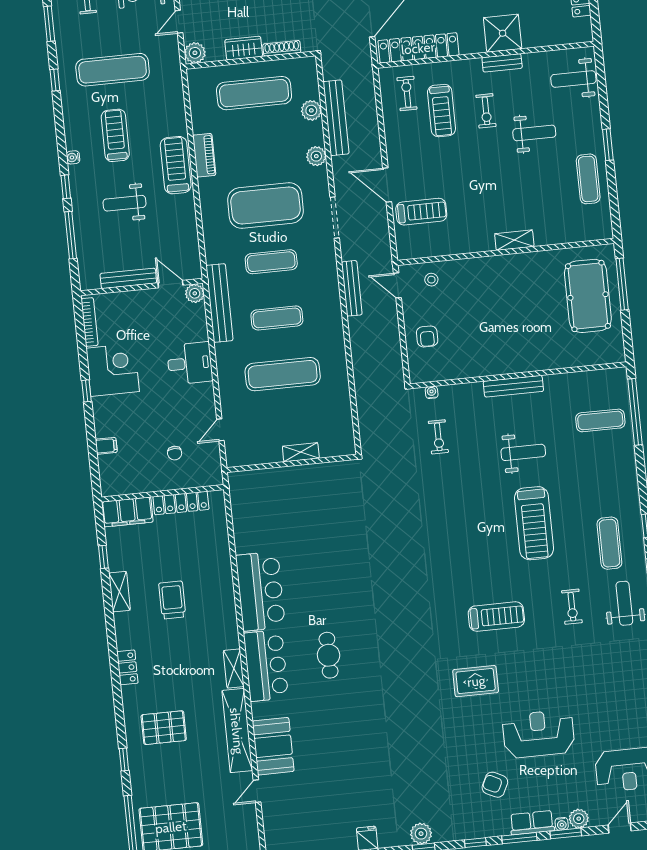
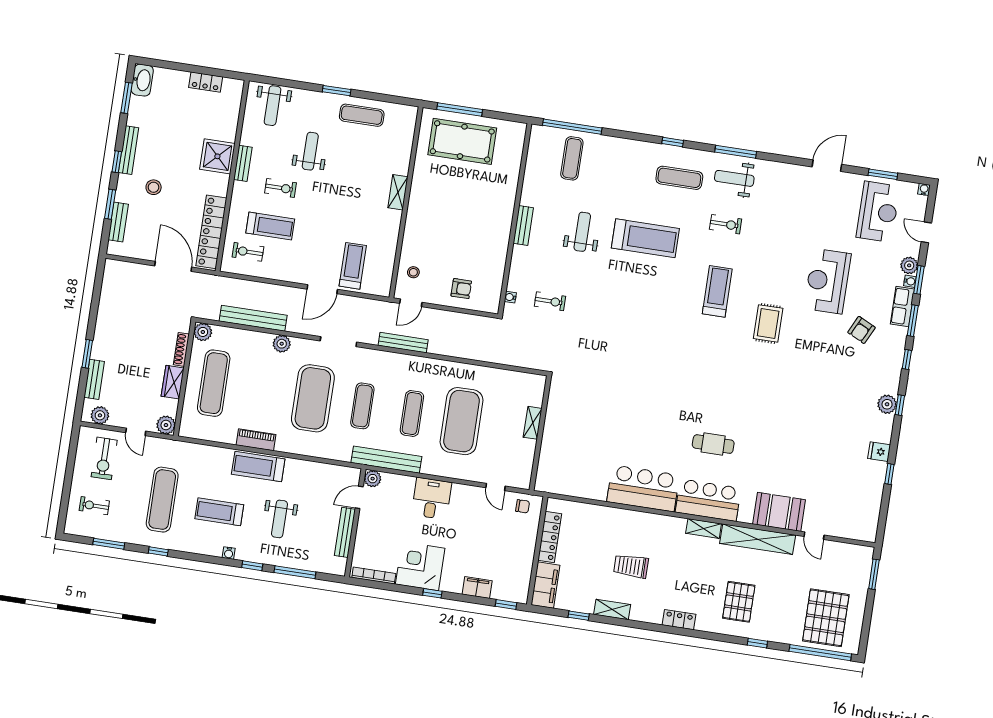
plant: (311, 110) -> (203, 332), moved
exercise mat: (283, 374) -> (462, 421), width x1.47
bench: (513, 386) -> (523, 225), width x0.73
filing cabinet: (106, 446) -> (477, 588), width x2.00
chair: (175, 453) -> (523, 506), moved
window: (95, 474) -> (506, 605), added

